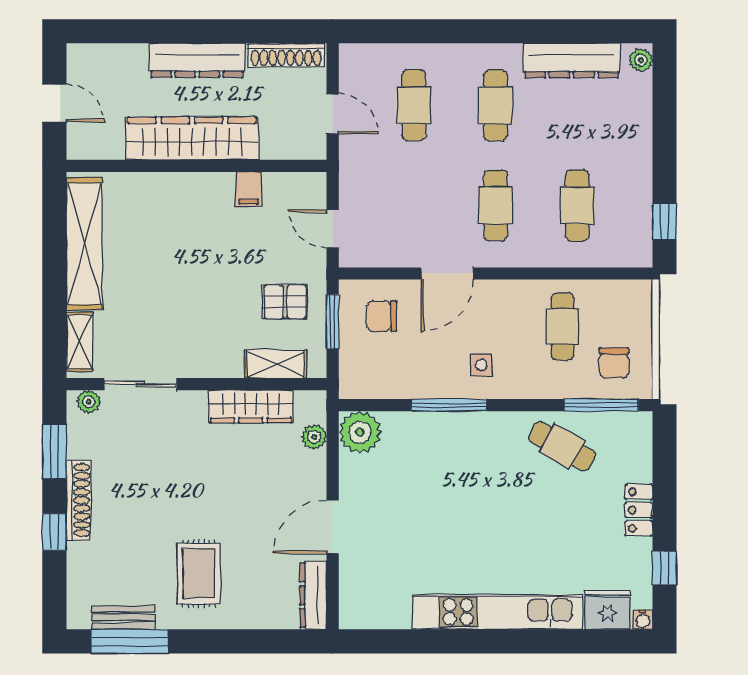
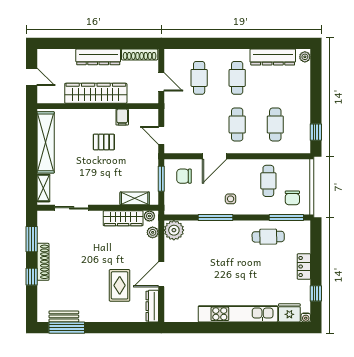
pallet: (285, 302) -> (104, 142), moved
plant: (88, 402) -> (149, 216), moved
cafe table: (562, 446) -> (268, 237), turned -30
rug: (199, 574) -> (120, 285), moved

